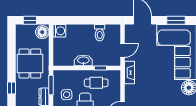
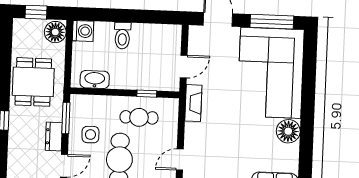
window: (176, 20) -> (272, 22), width x1.44
toilet: (100, 33) -> (122, 36), moved
washbasin: (83, 60) -> (95, 79), moved

